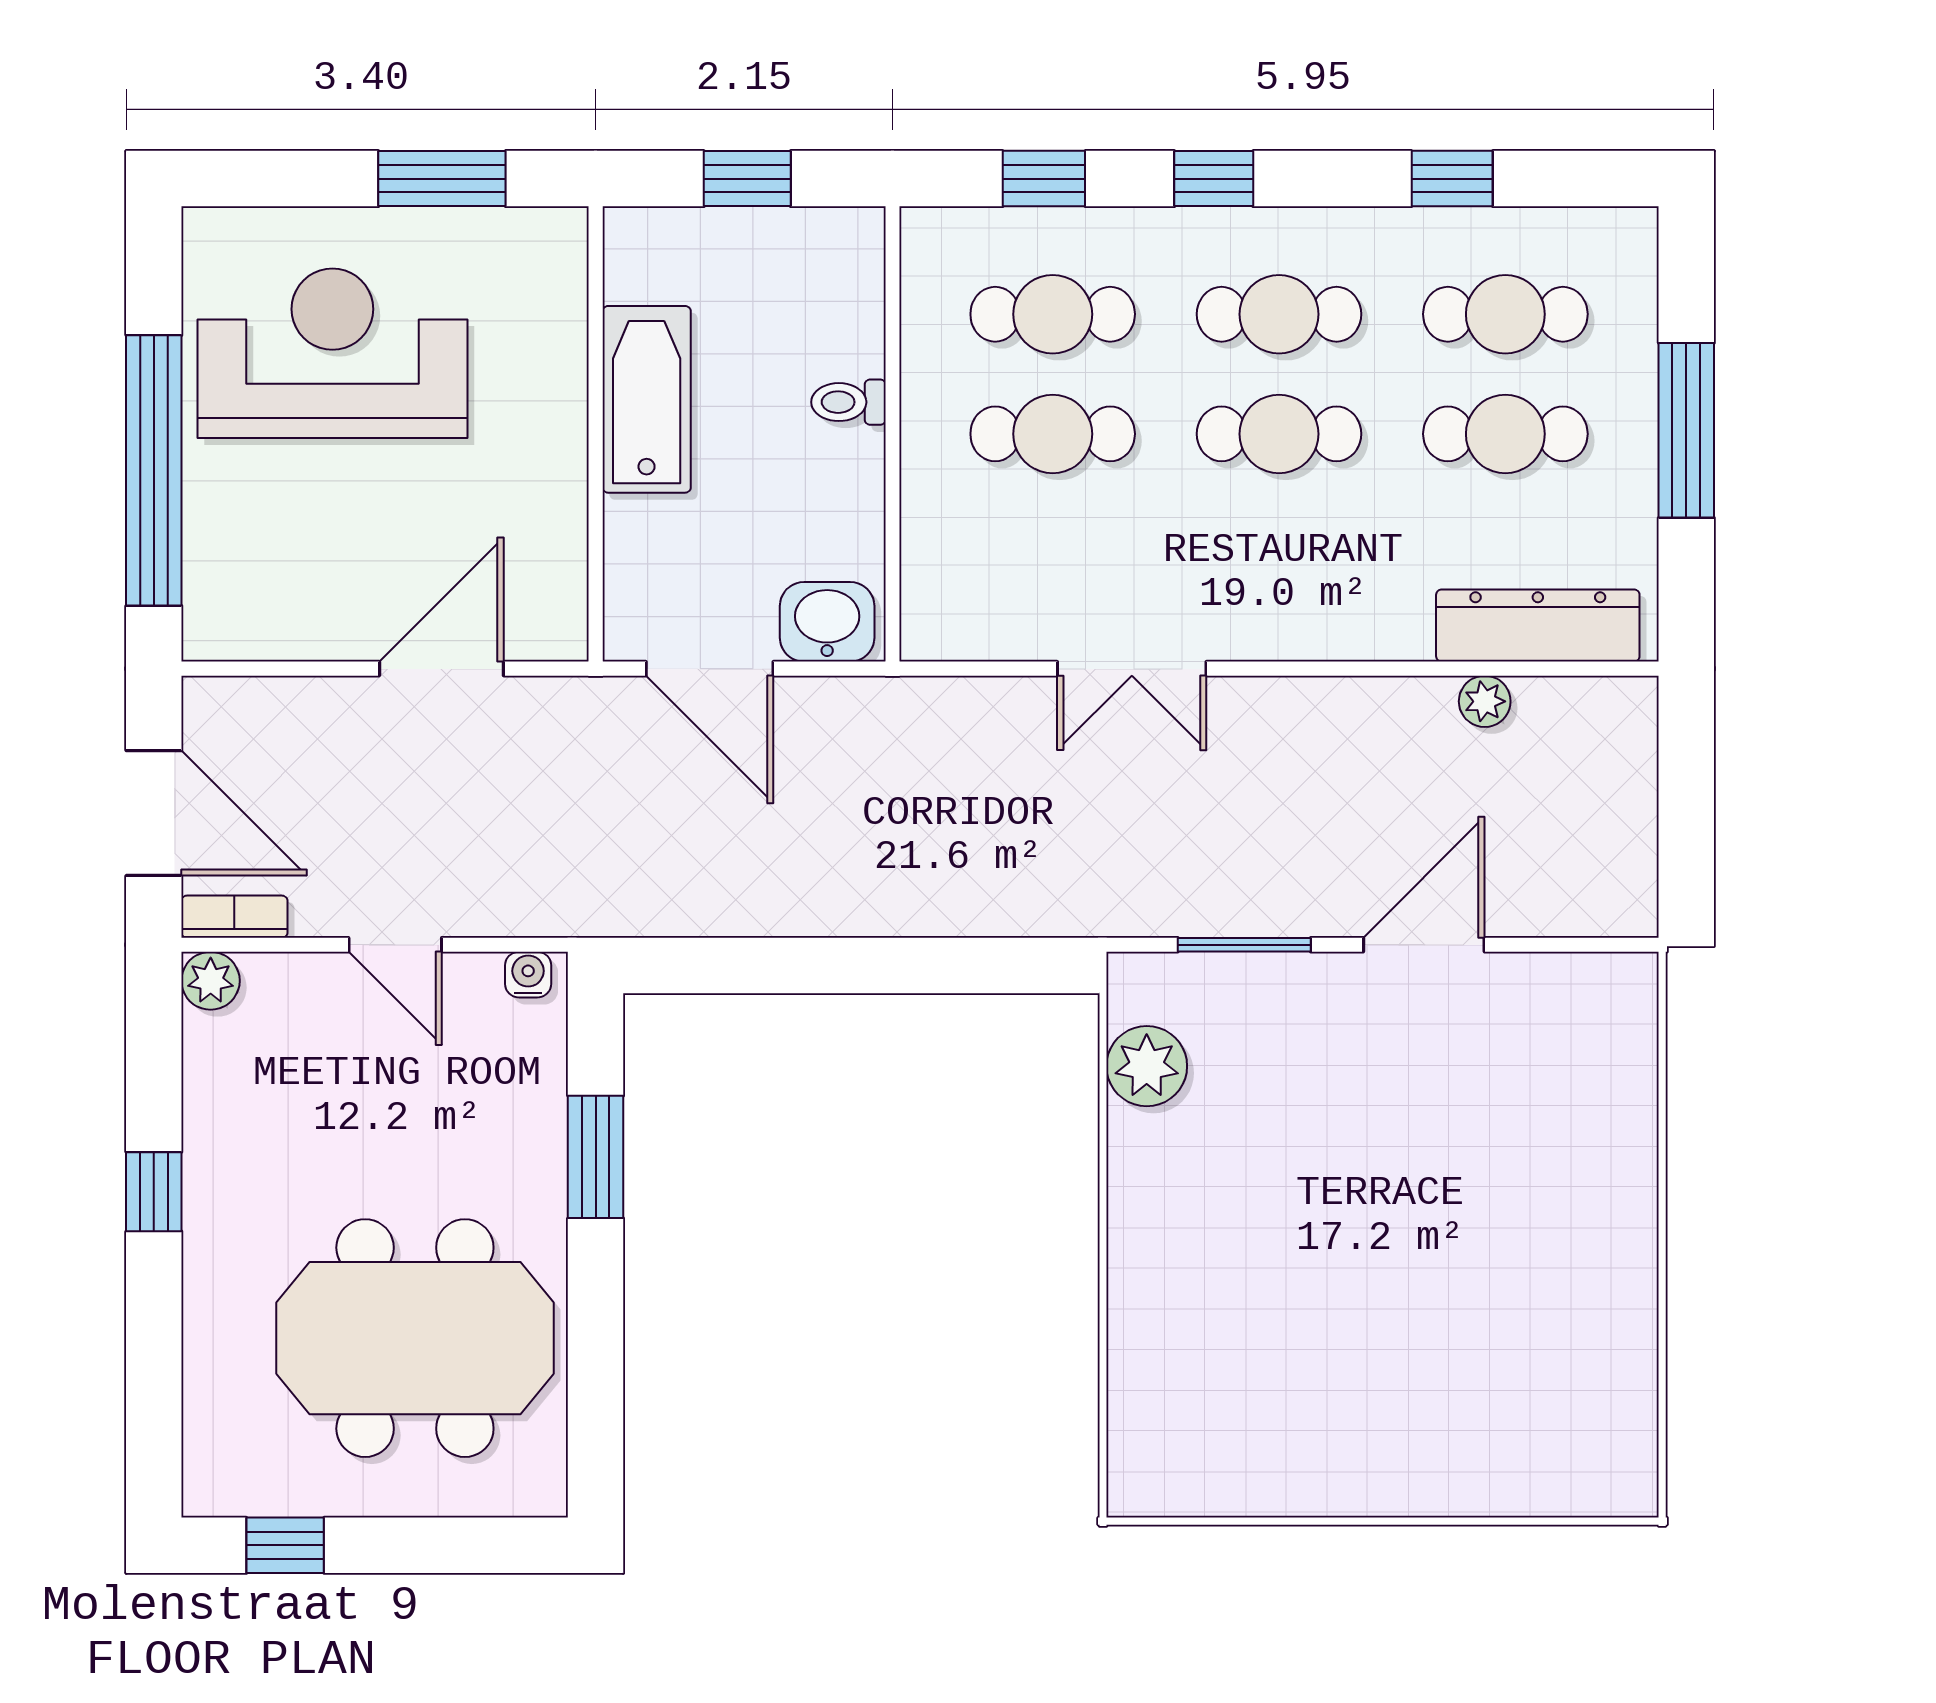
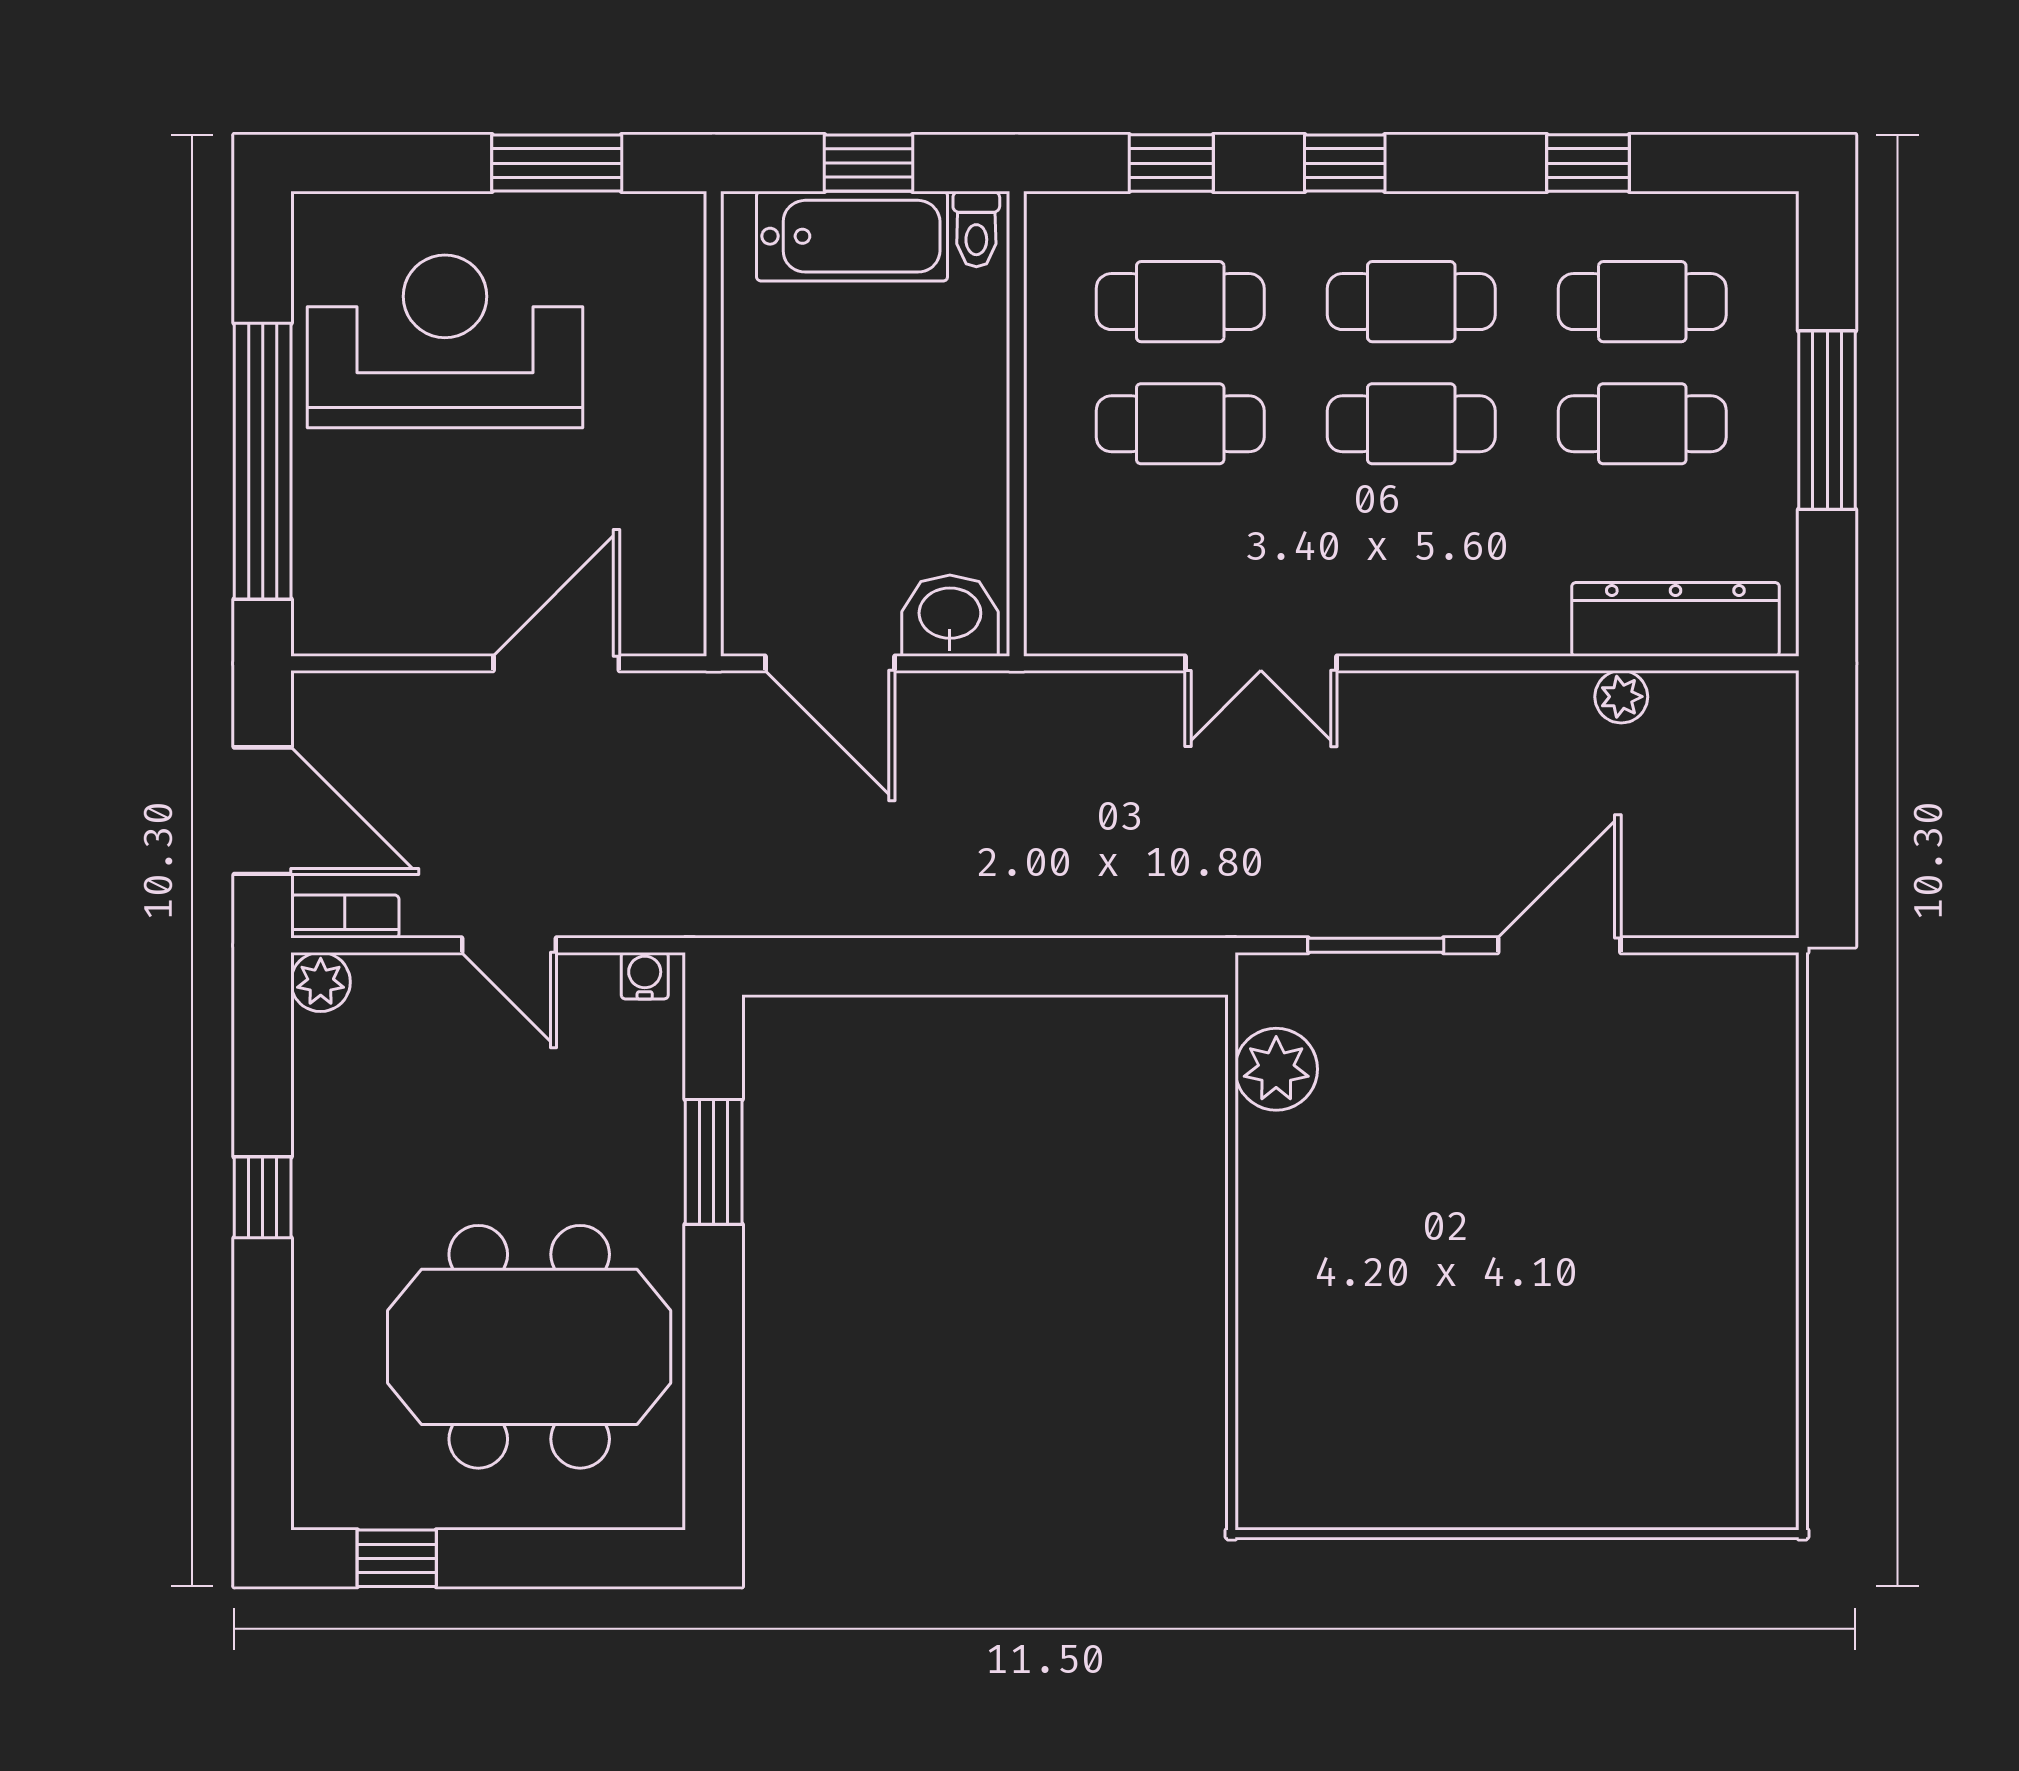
bathtub: (647, 399) -> (852, 236), moved, turned 90
toilet: (848, 402) -> (976, 229), moved, turned -90

